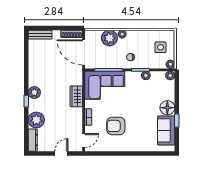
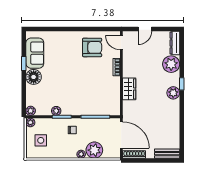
corner sofa: (105, 85) -> (99, 101), removed
armchair: (116, 126) -> (92, 47), moved
door: (84, 141) -> (121, 43), hinge flipped

